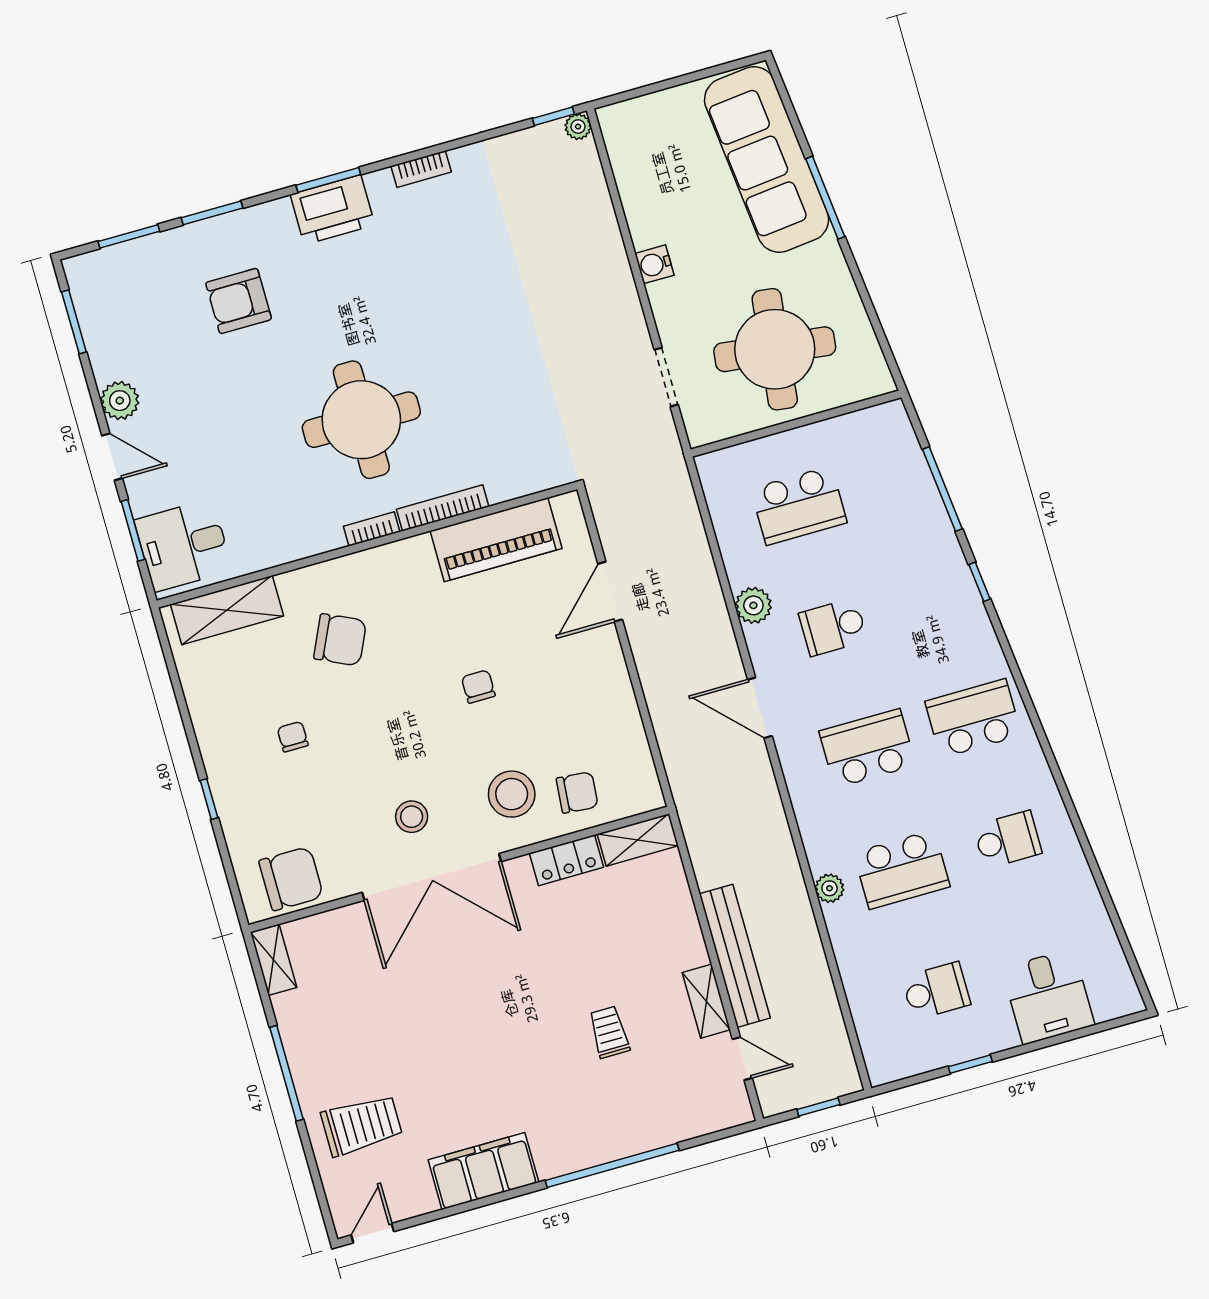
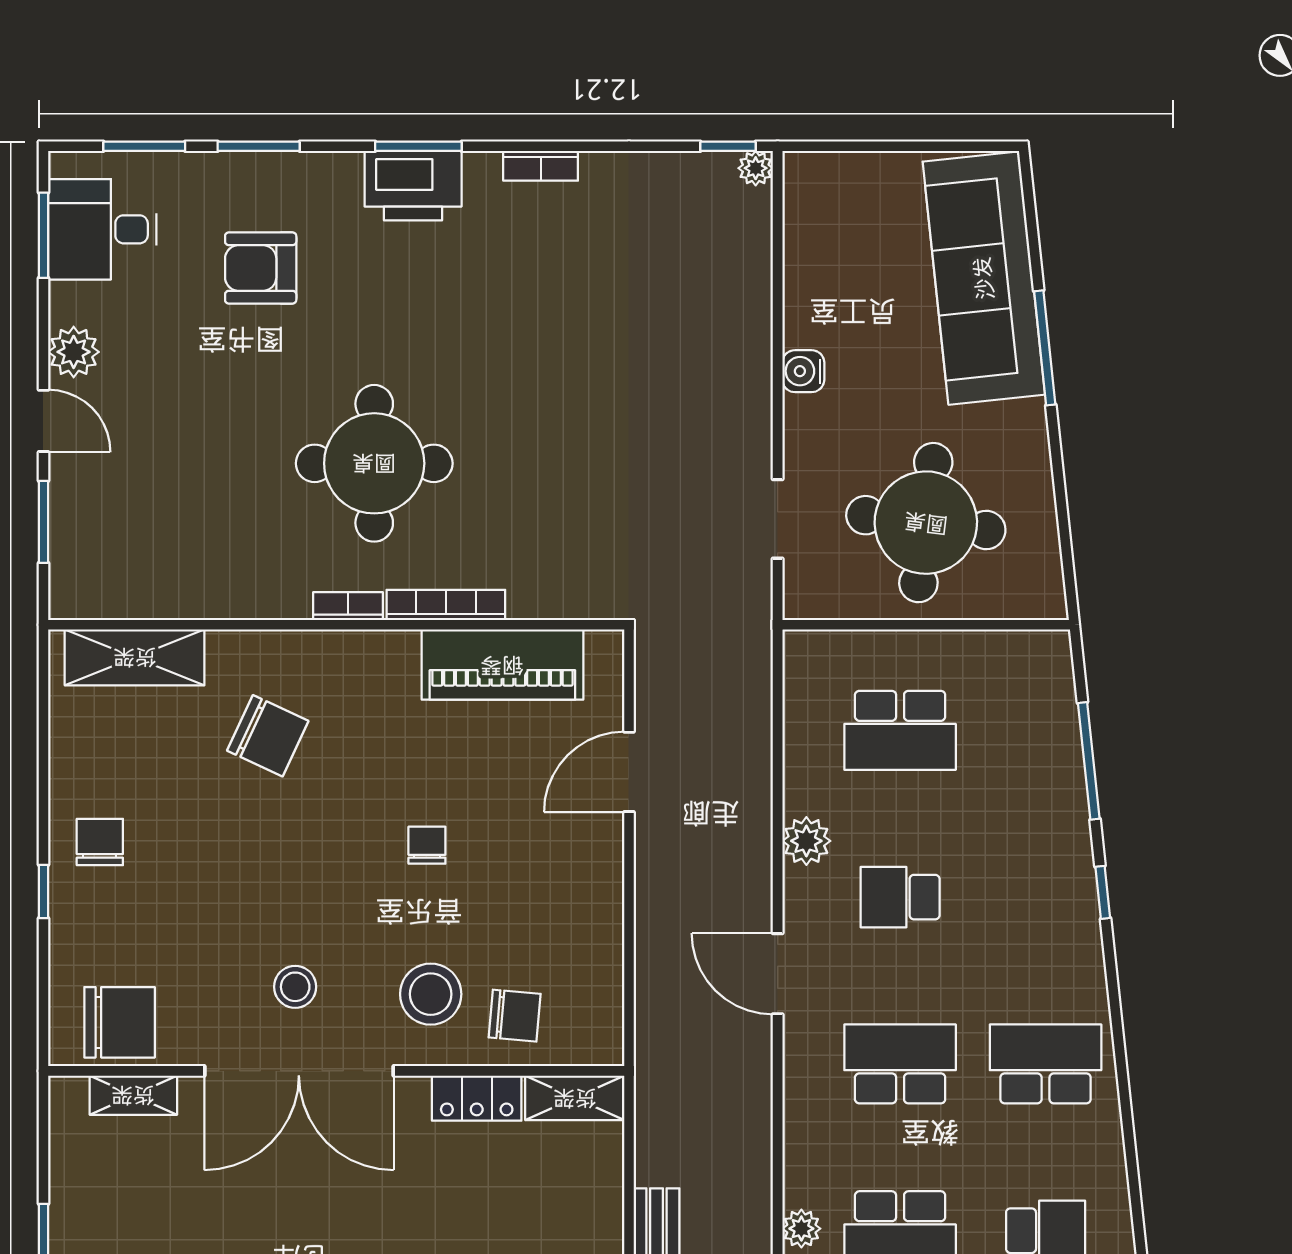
desk: (183, 545) -> (102, 229), moved
chair: (293, 737) -> (100, 842), moved, width x1.37, depth x1.37
shelving: (273, 960) -> (133, 1095), moved, turned 90

